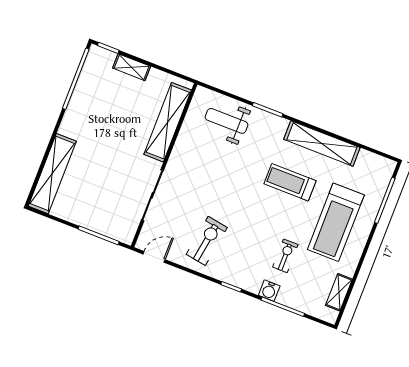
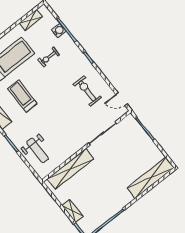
treadmill: (290, 182) -> (22, 96), turned 180
exercise bike: (207, 241) -> (87, 91), turned 81
water cooler: (269, 291) -> (59, 31), moved

